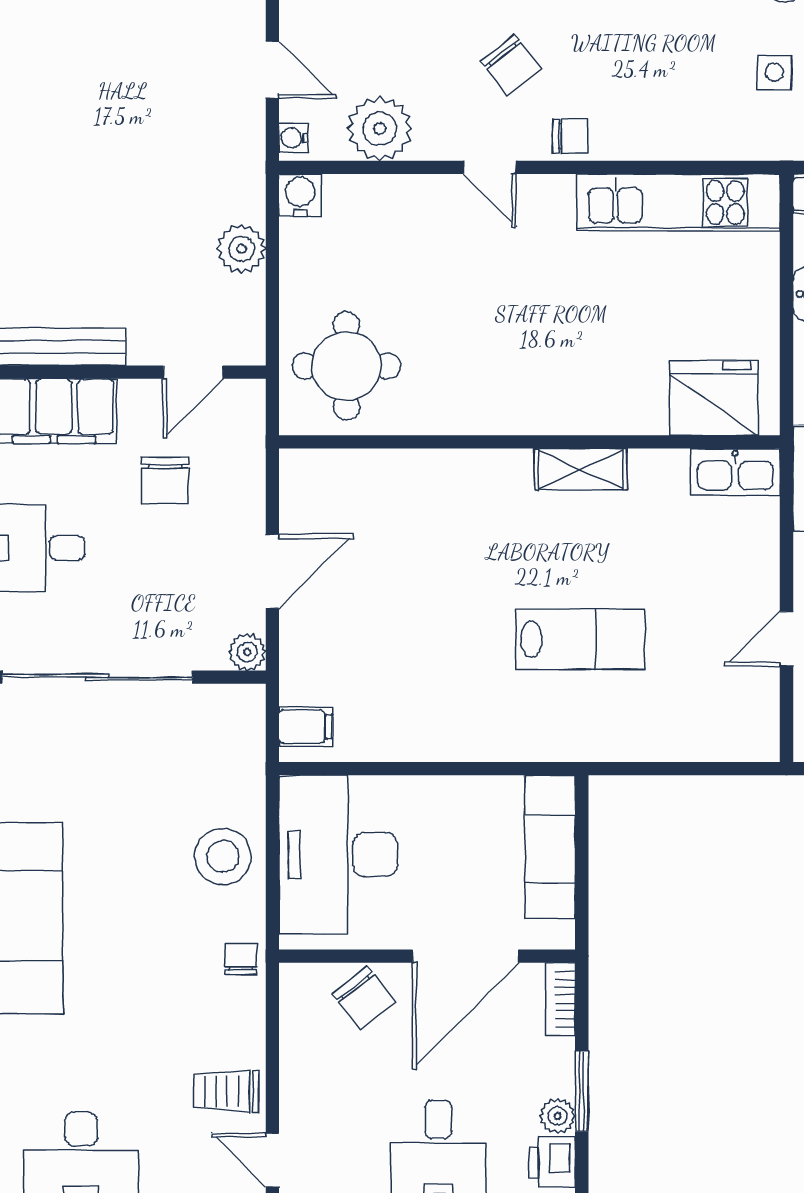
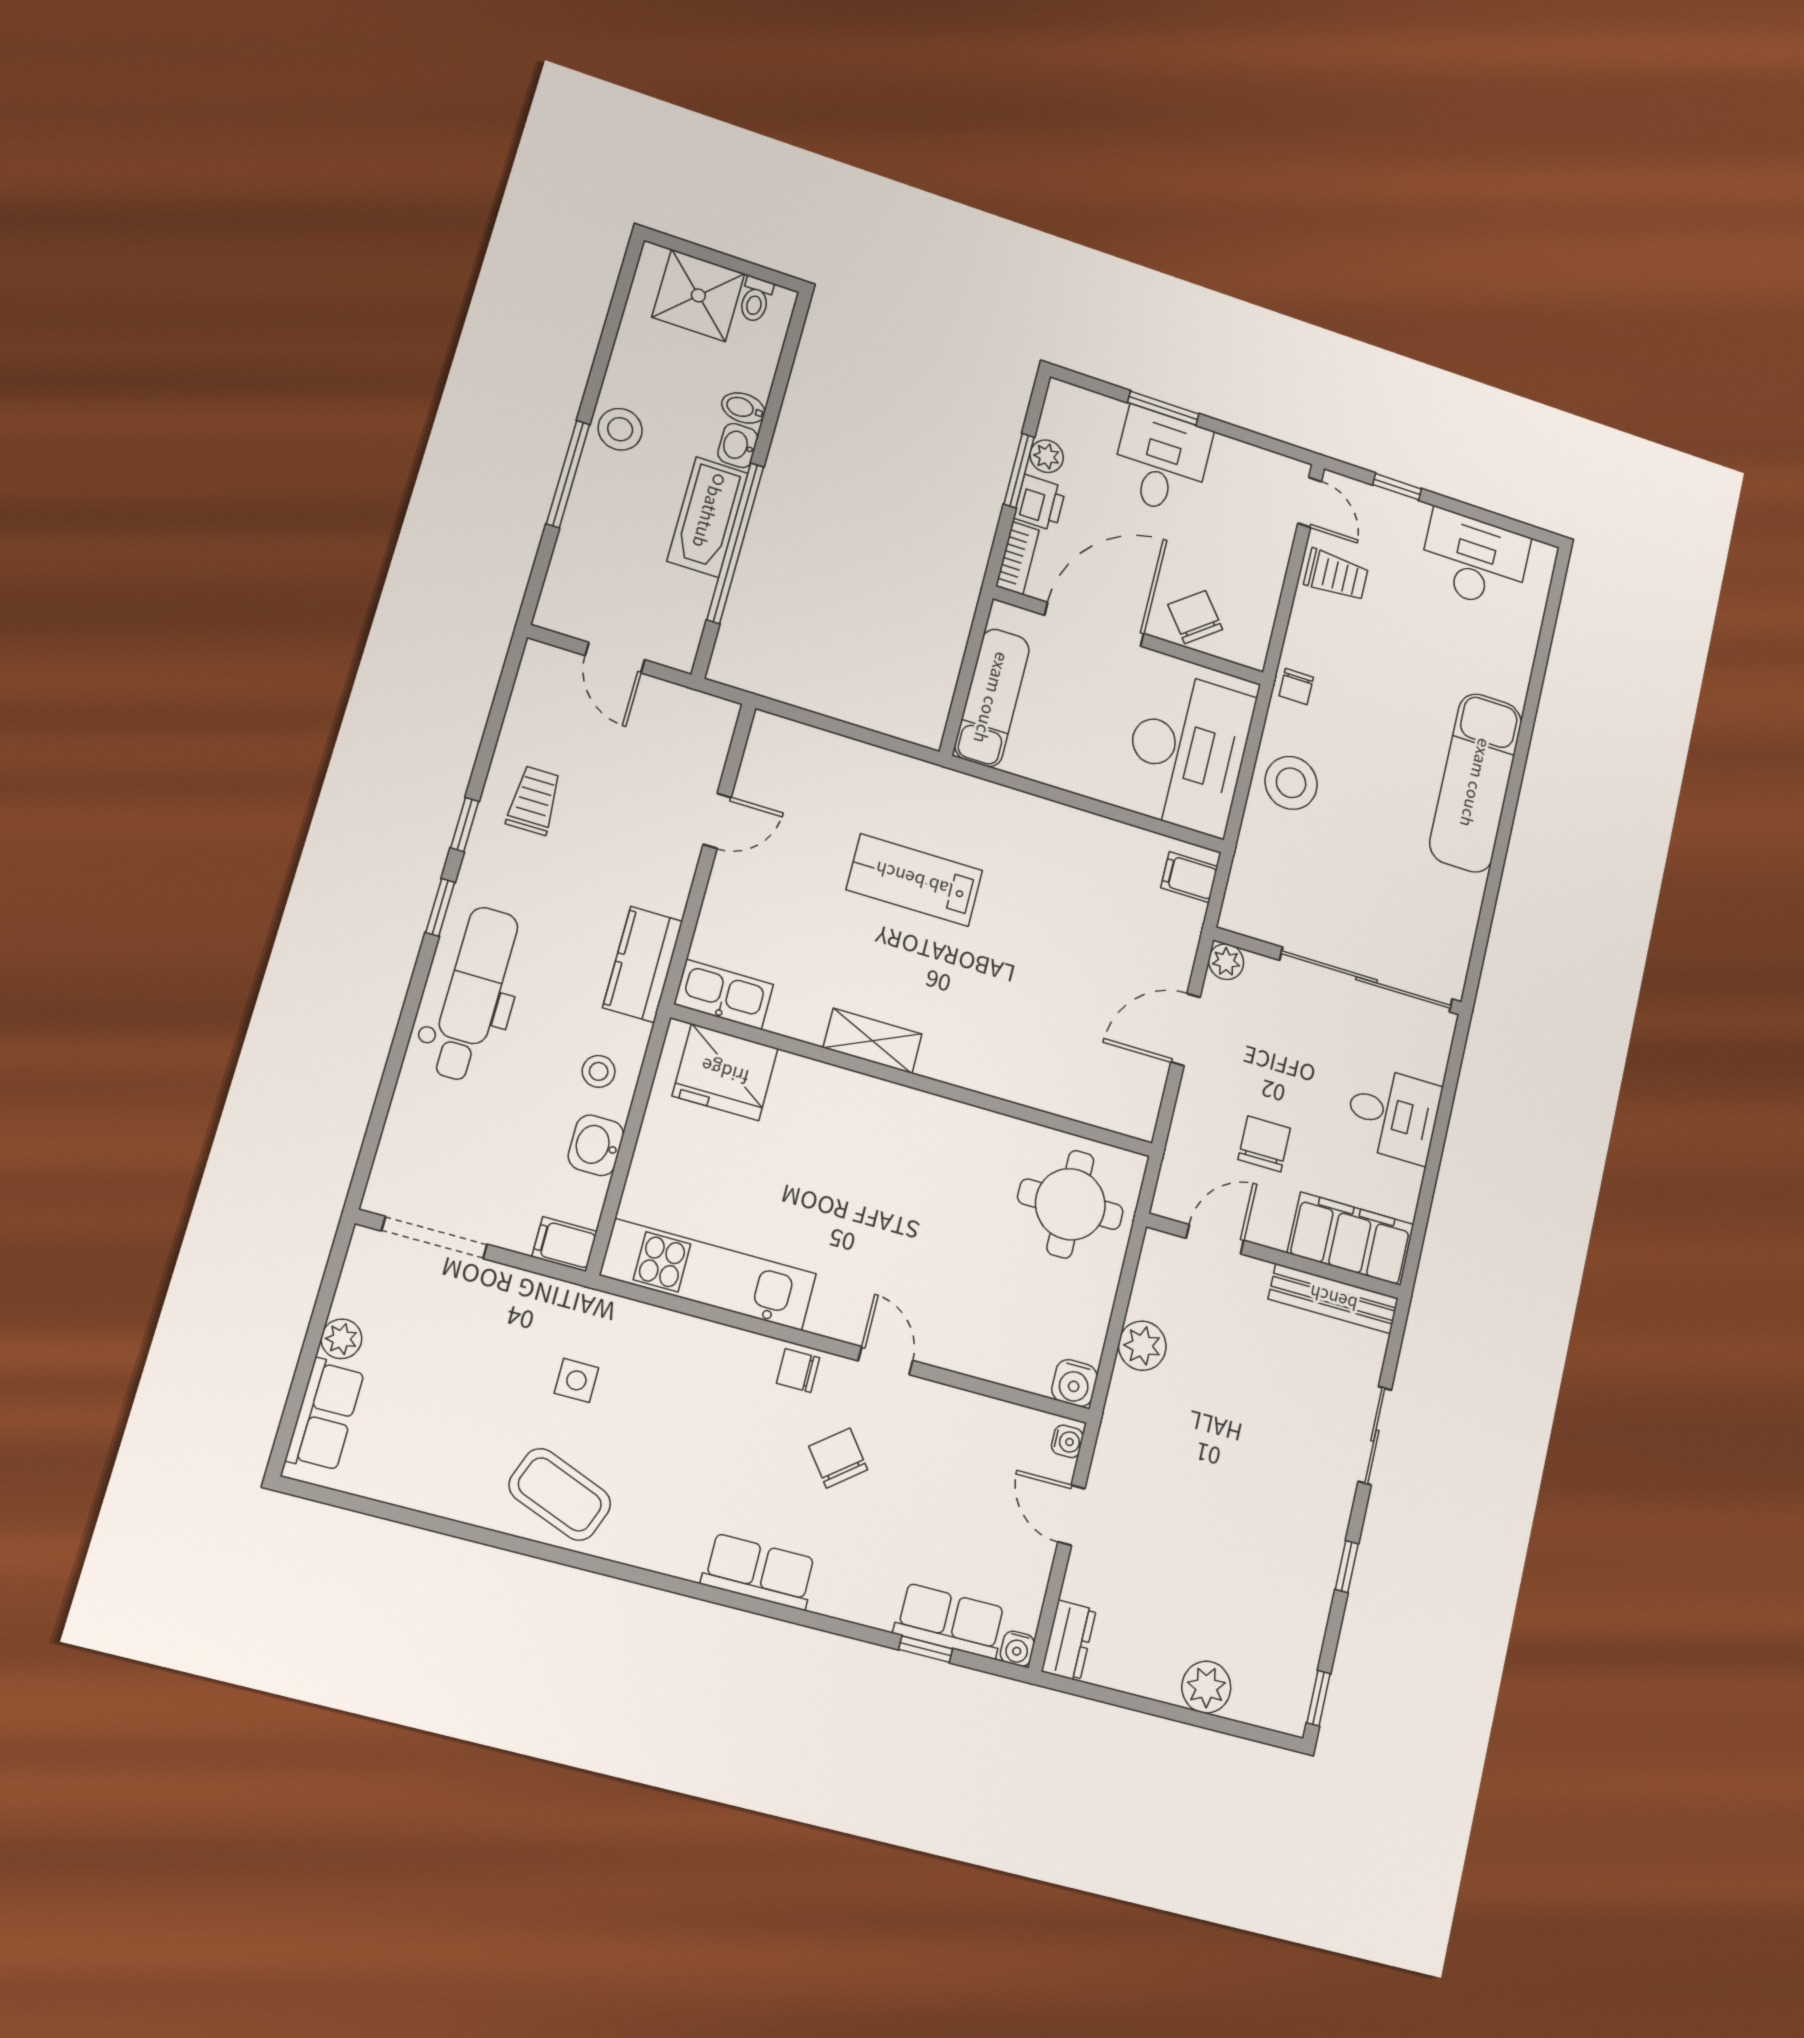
plant: (380, 129) -> (982, 1428), removed
printer: (552, 1162) -> (1040, 503), moved

